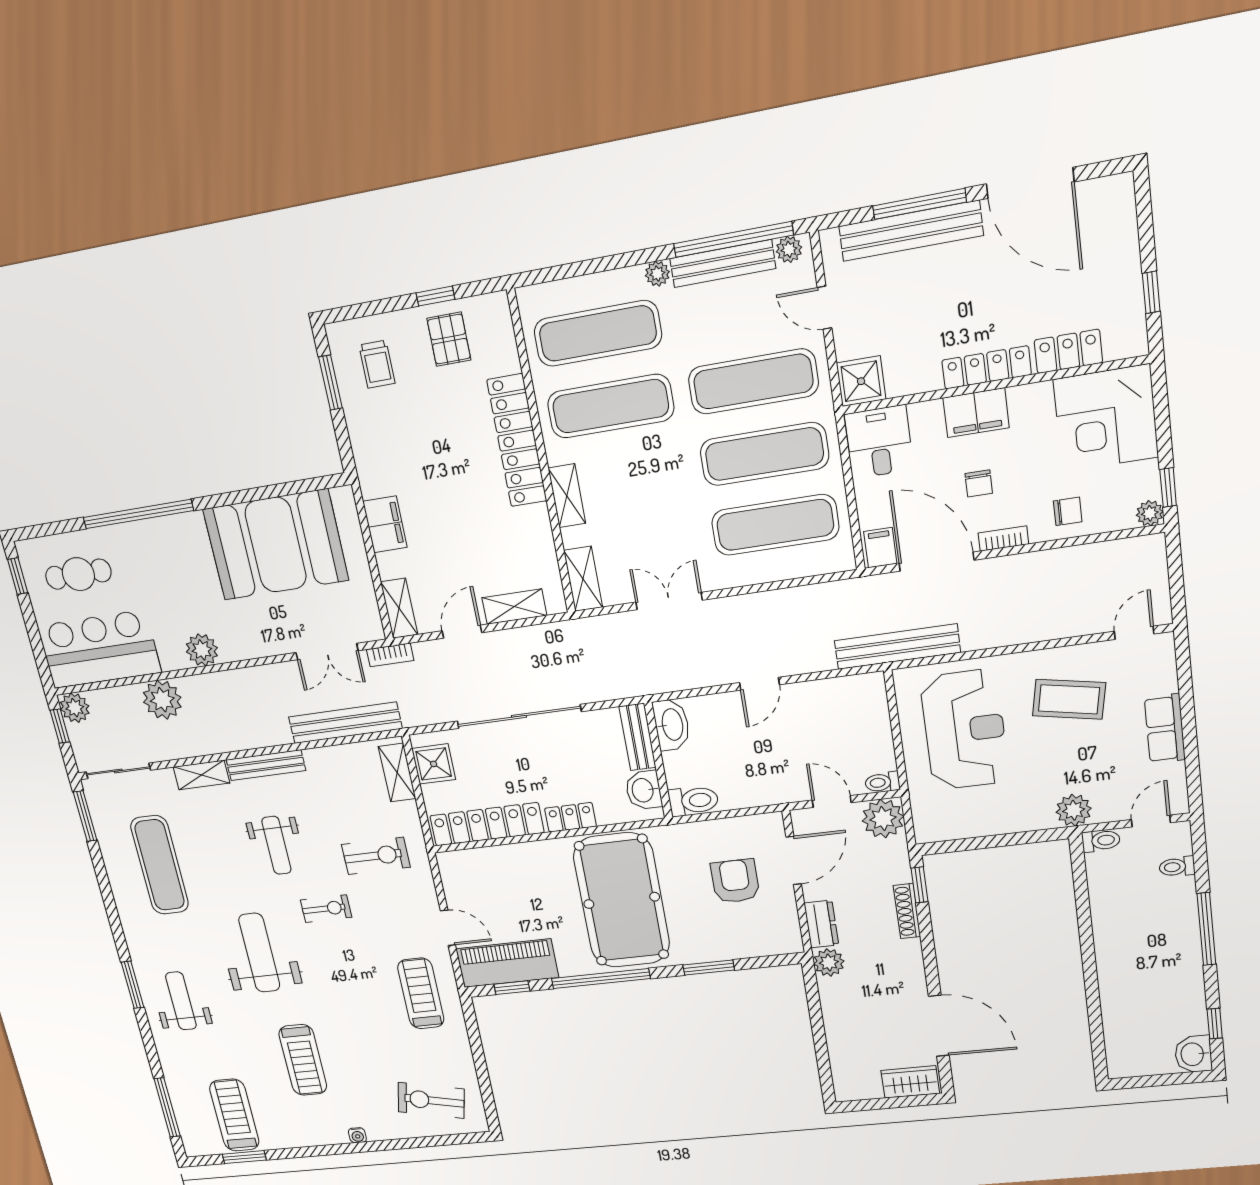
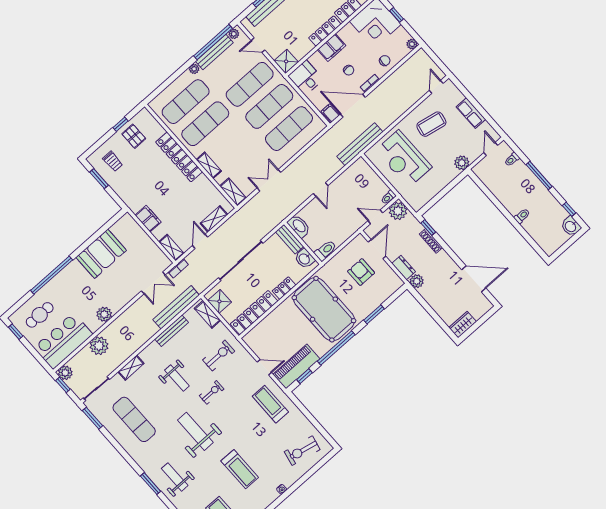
window: (1168, 487) -> (397, 15), moved
booth: (276, 545) -> (101, 254), width x0.73, depth x0.70
reception desk: (965, 730) -> (404, 159), turned 180
bench: (266, 765) -> (172, 331), moved
toilet: (1101, 841) -> (522, 216), moved
wardrobe: (910, 1082) -> (463, 325), moved

